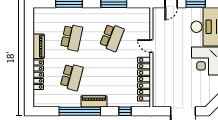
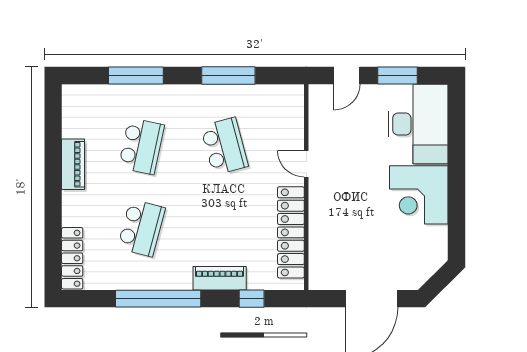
school desk: (112, 38) -> (224, 146), turned -36
locker: (38, 75) -> (72, 258), moved
piano: (94, 101) -> (220, 278), moved

